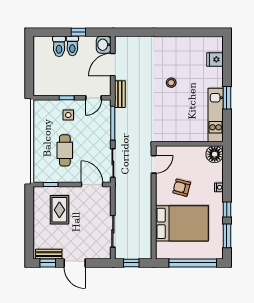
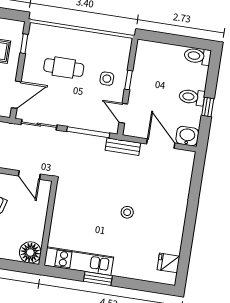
toilet: (59, 46) -> (198, 56), moved
fridge: (215, 59) -> (168, 263), moved, turned -90

